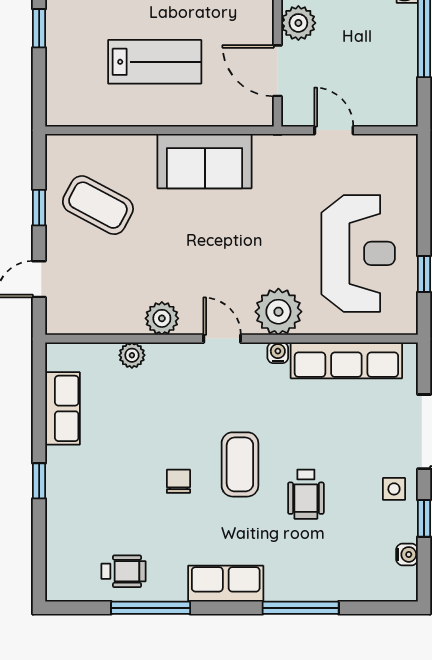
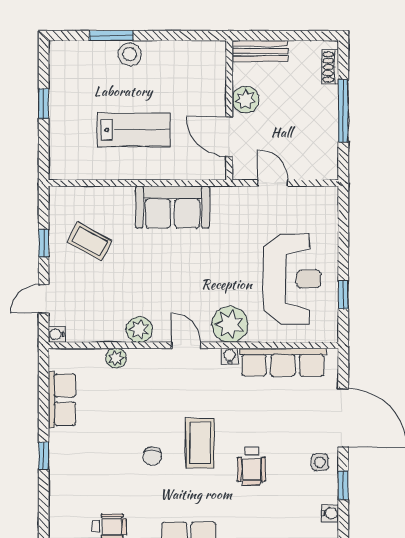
coffee table: (98, 205) -> (90, 241), width x0.73, depth x0.77
water cooler: (56, 325) -> (57, 334), added
chair: (178, 481) -> (152, 456), turned 180

